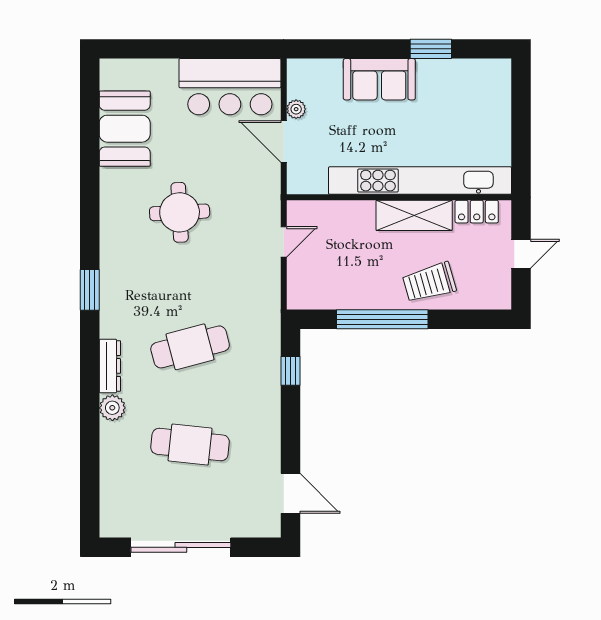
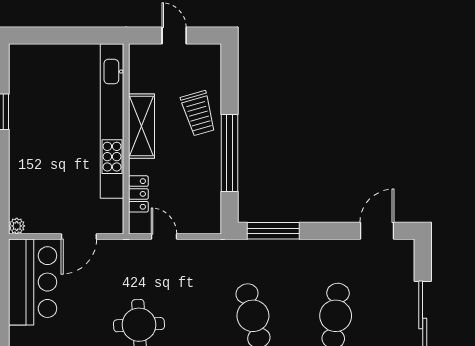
sofa: (379, 79) -> (26, 156), removed
plant: (296, 109) -> (17, 226), moved
locker: (477, 212) -> (138, 194), moved
window: (290, 371) -> (273, 231), width x2.17

